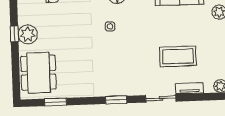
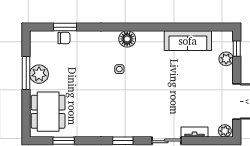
window: (14, 34) -> (26, 73), width x2.17
coffee table: (178, 56) -> (184, 101), removed

